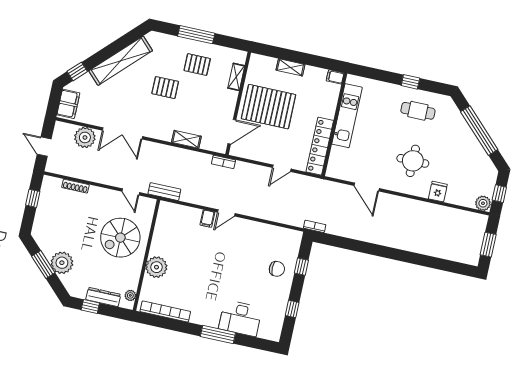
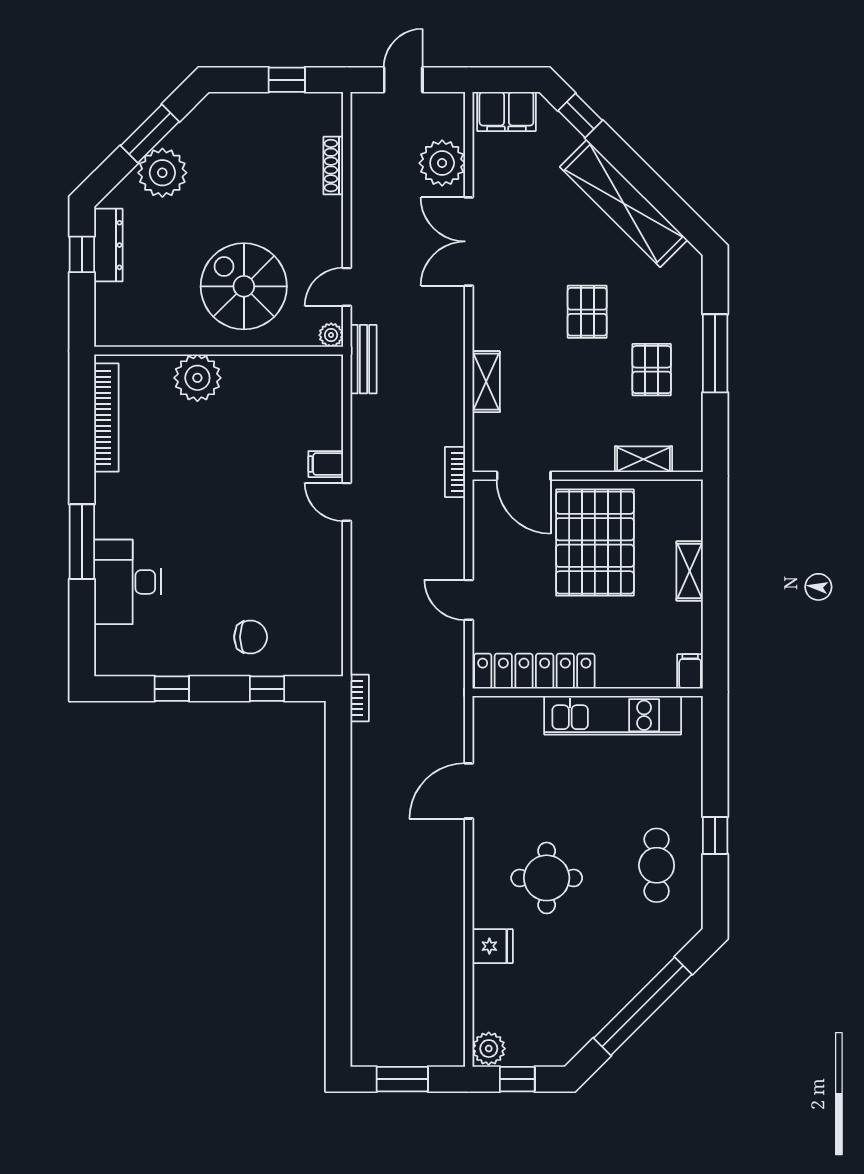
chair: (277, 269) -> (251, 637), turned -90
plant: (130, 295) -> (331, 335), moved
dresser: (103, 297) -> (108, 245), moved

